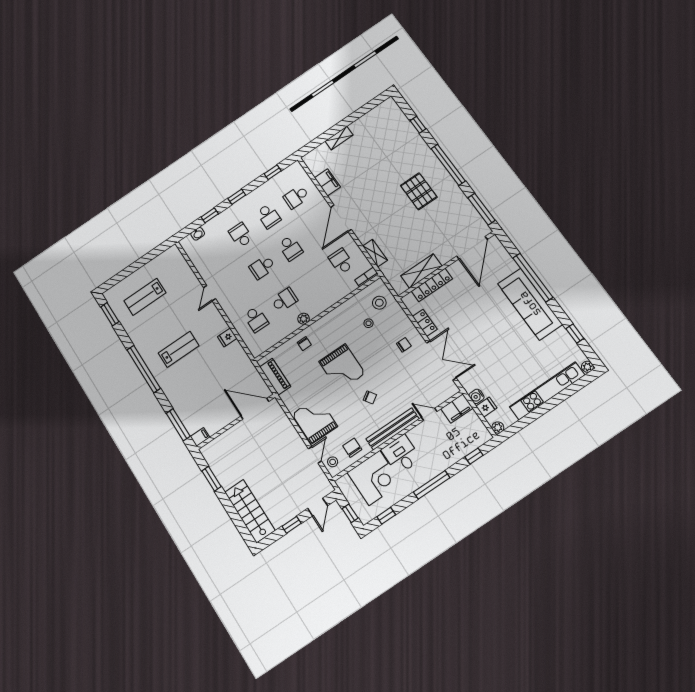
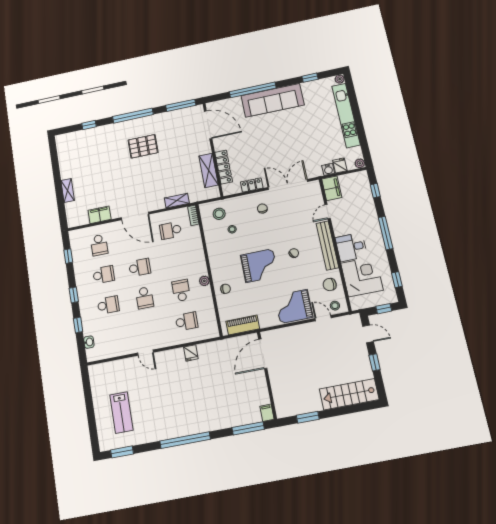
school desk: (241, 235) -> (108, 305), turned 180
lab bench: (179, 349) -> (182, 401), removed

